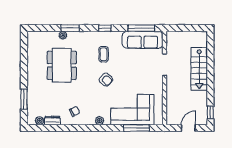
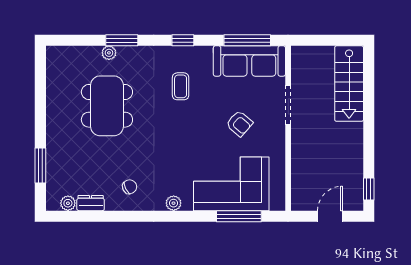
stairs: (199, 69) -> (349, 84), moved
armchair: (106, 80) -> (239, 123), moved

